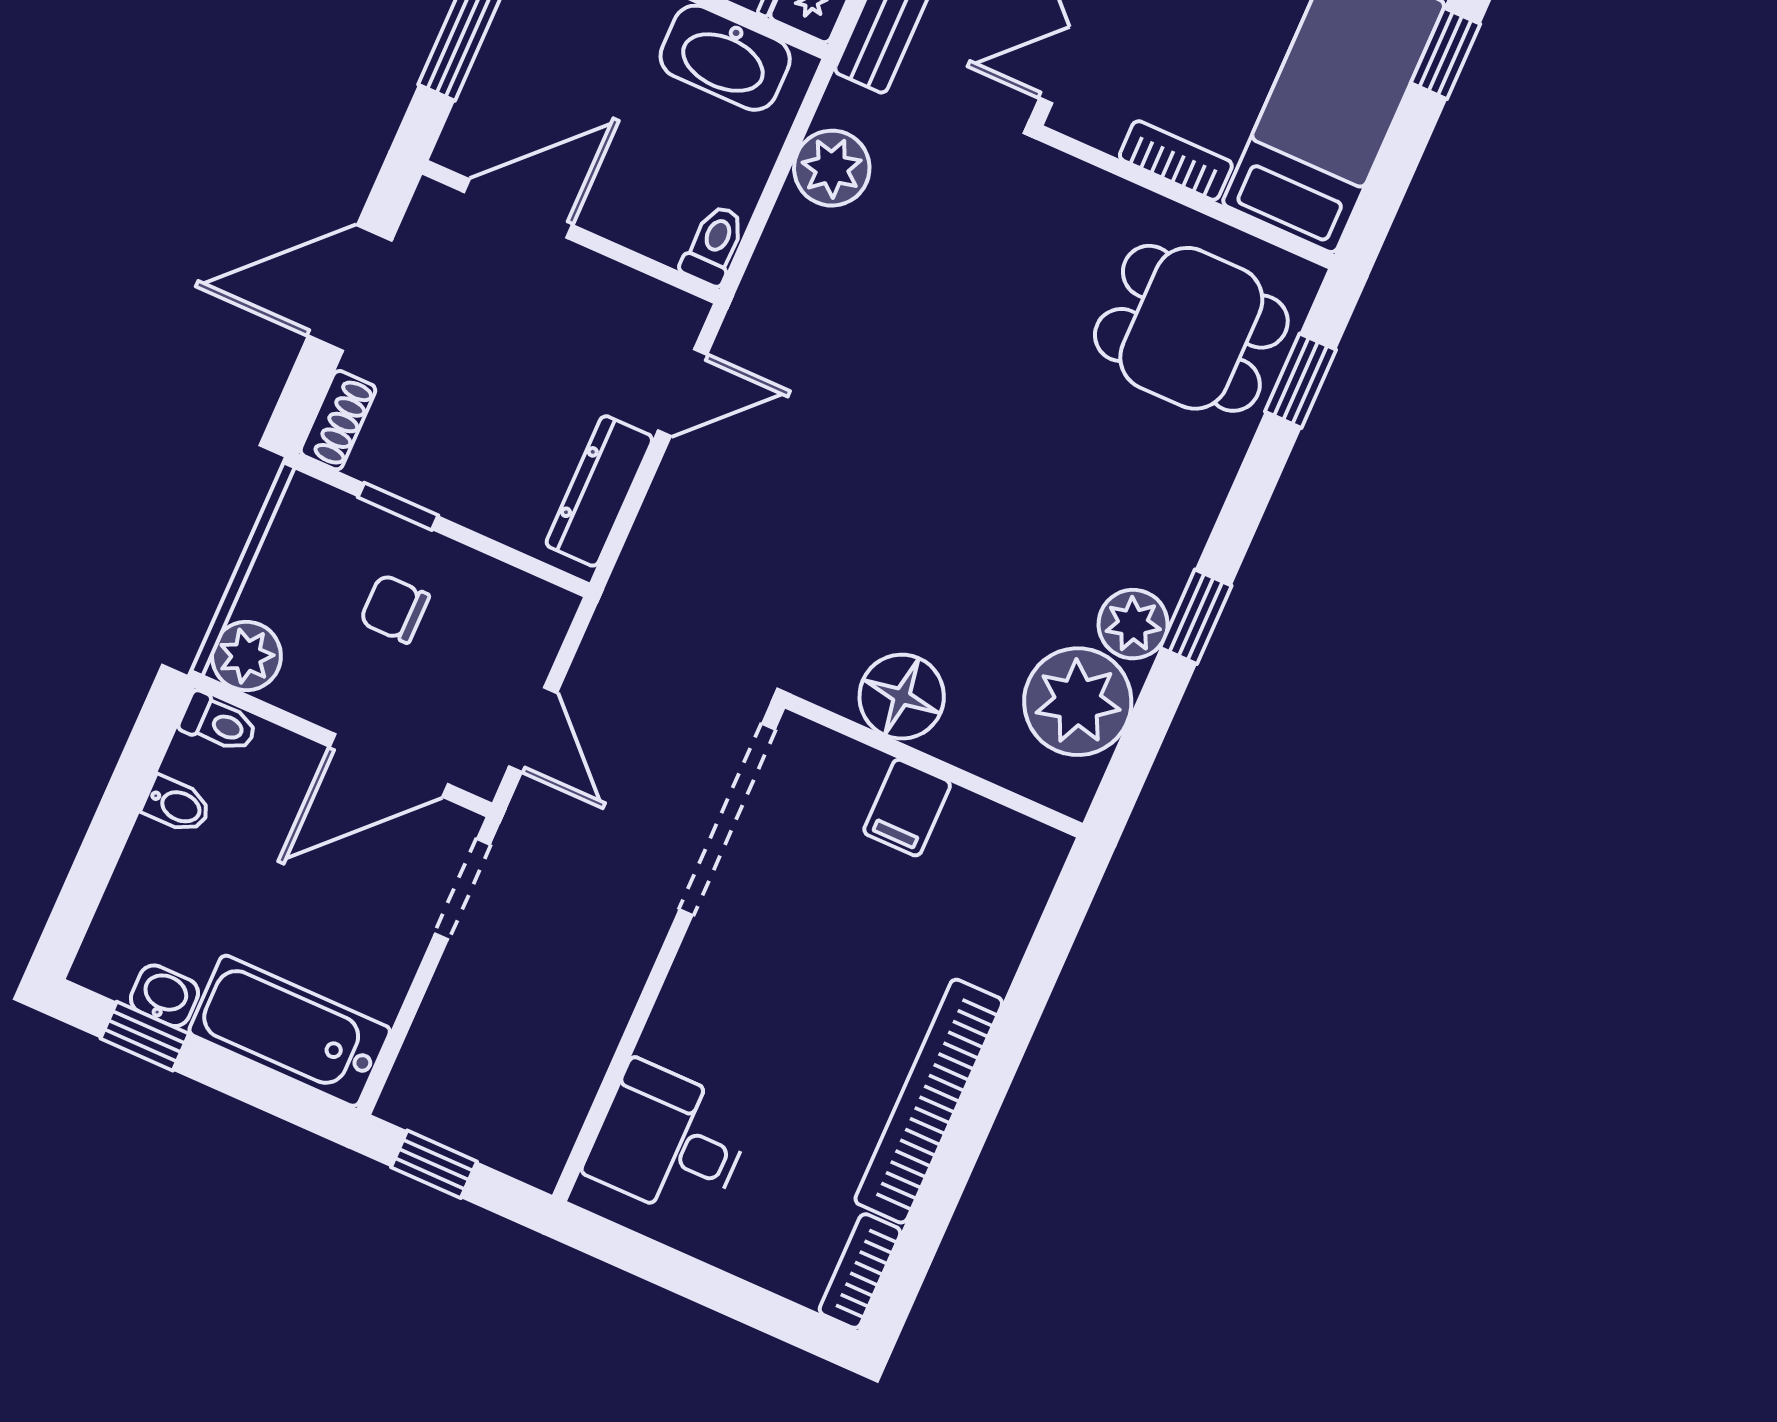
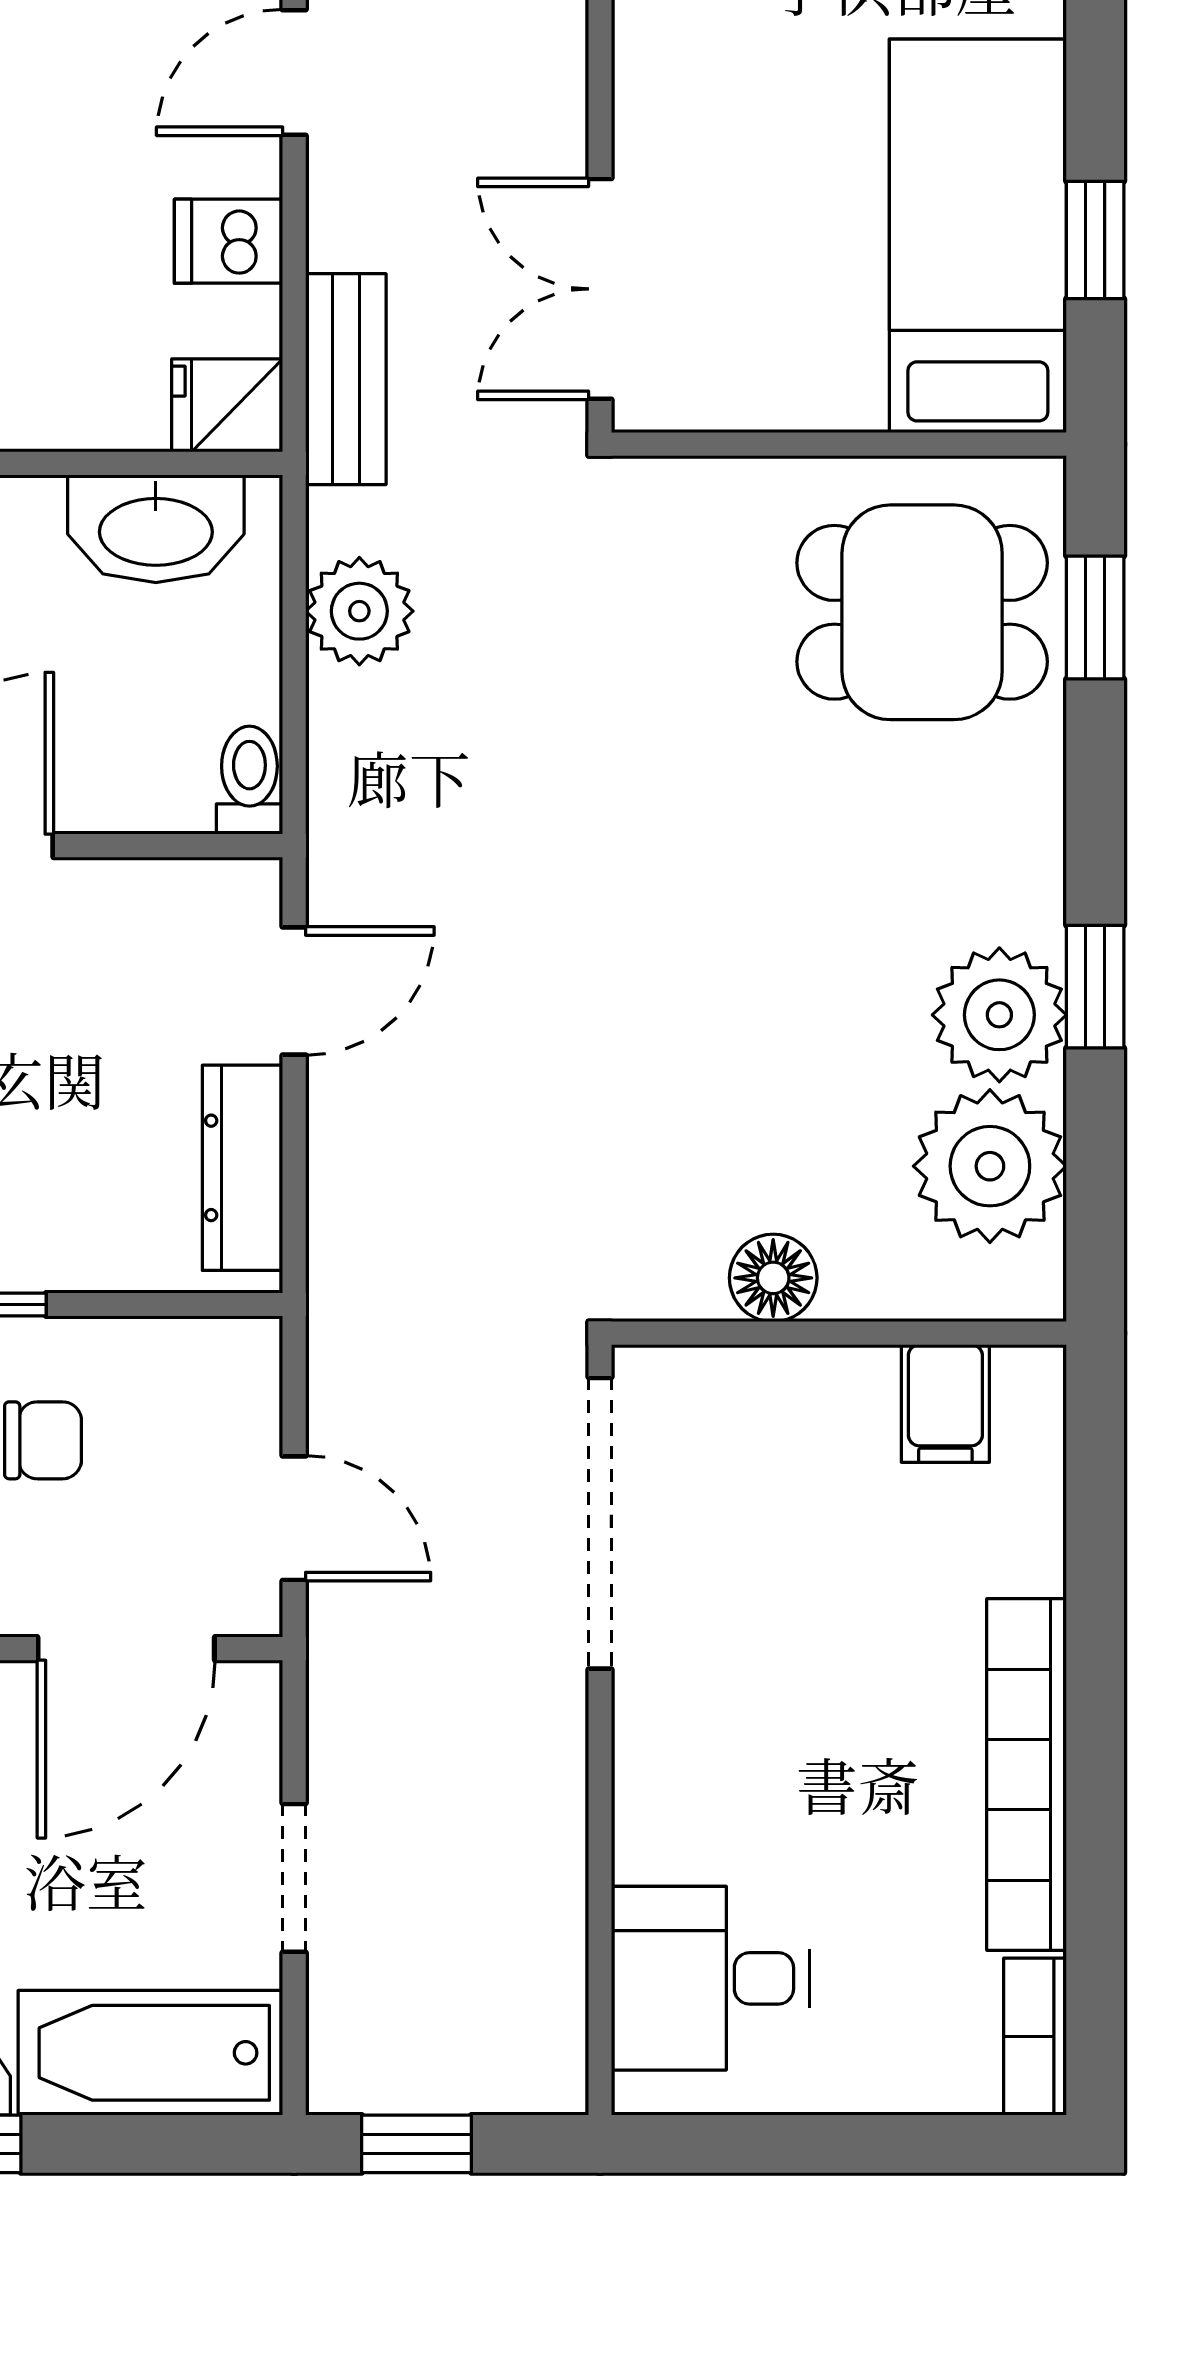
window: (1446, 53) -> (1095, 240), moved
bookcase: (1176, 160) -> (805, 402), removed
chair: (395, 609) -> (43, 1440), turned 180
plant: (1133, 624) -> (999, 1015), width x1.36, depth x1.36
floor lamp: (902, 697) -> (773, 1278), width x0.73, depth x0.73
filing cabinet: (907, 808) -> (945, 1403), moved
doorway: (462, 889) -> (294, 1878), moved

